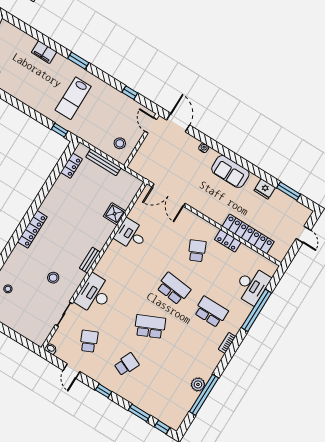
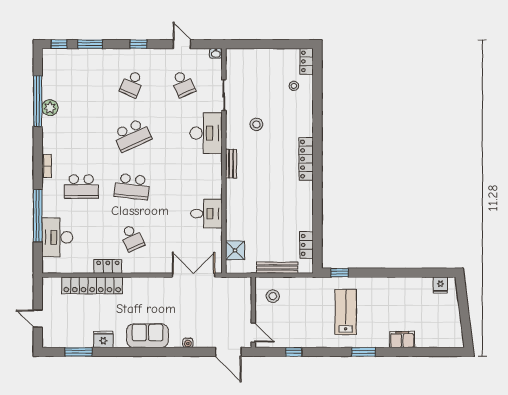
shower: (115, 214) -> (235, 250), moved

